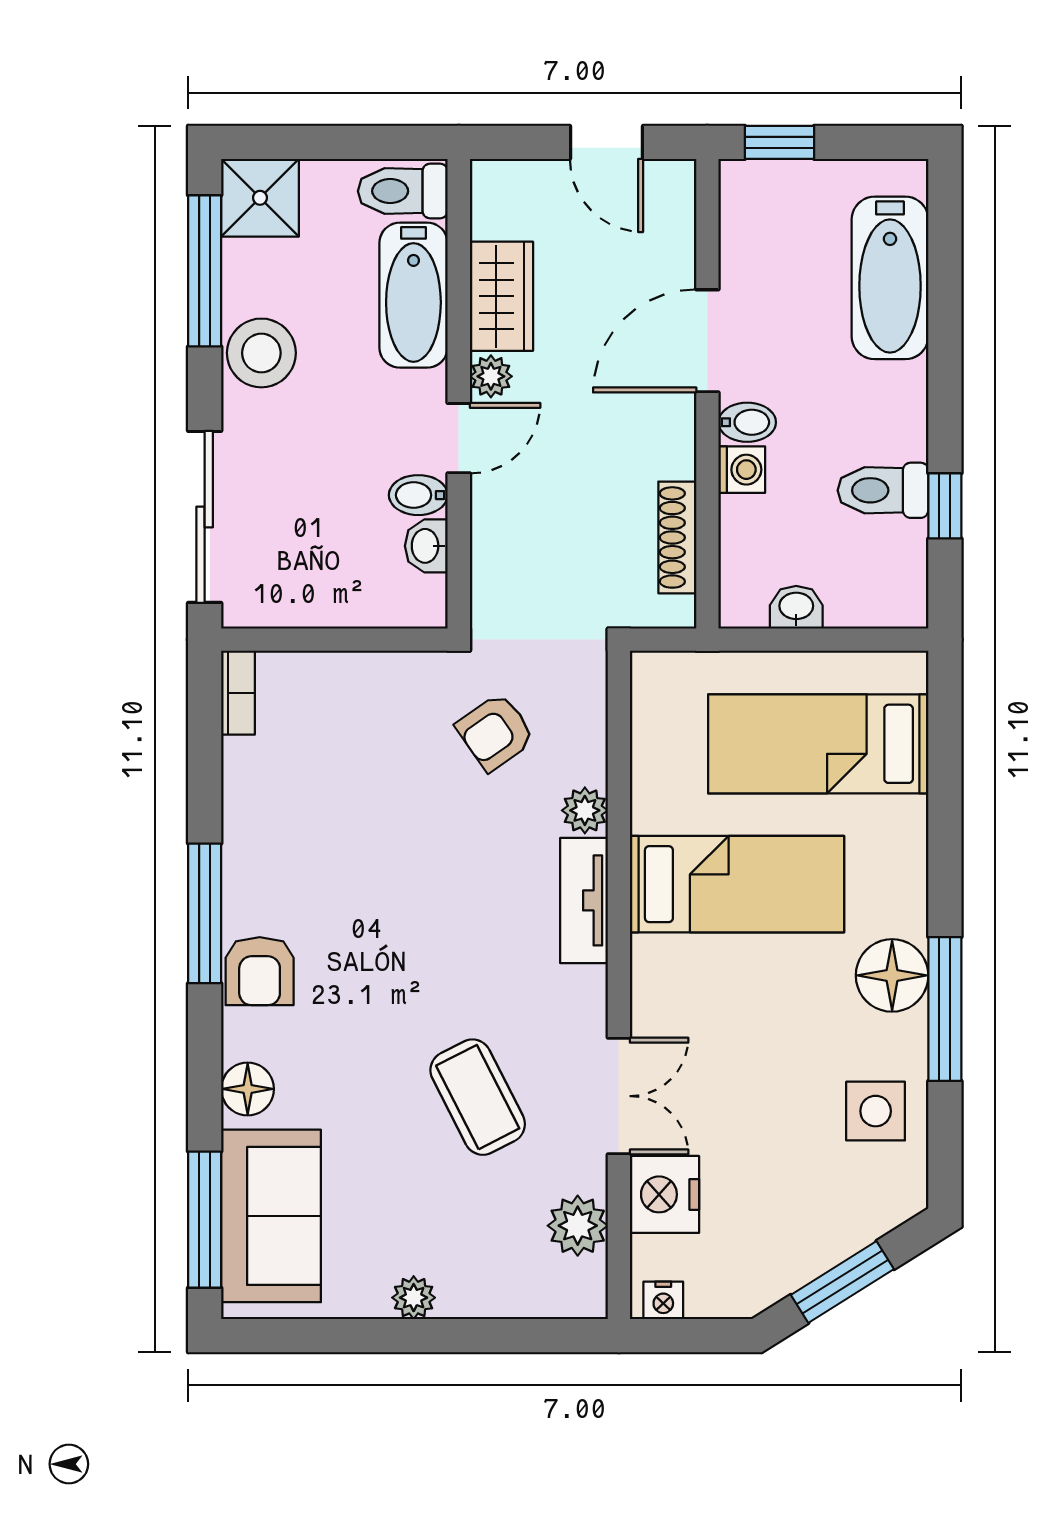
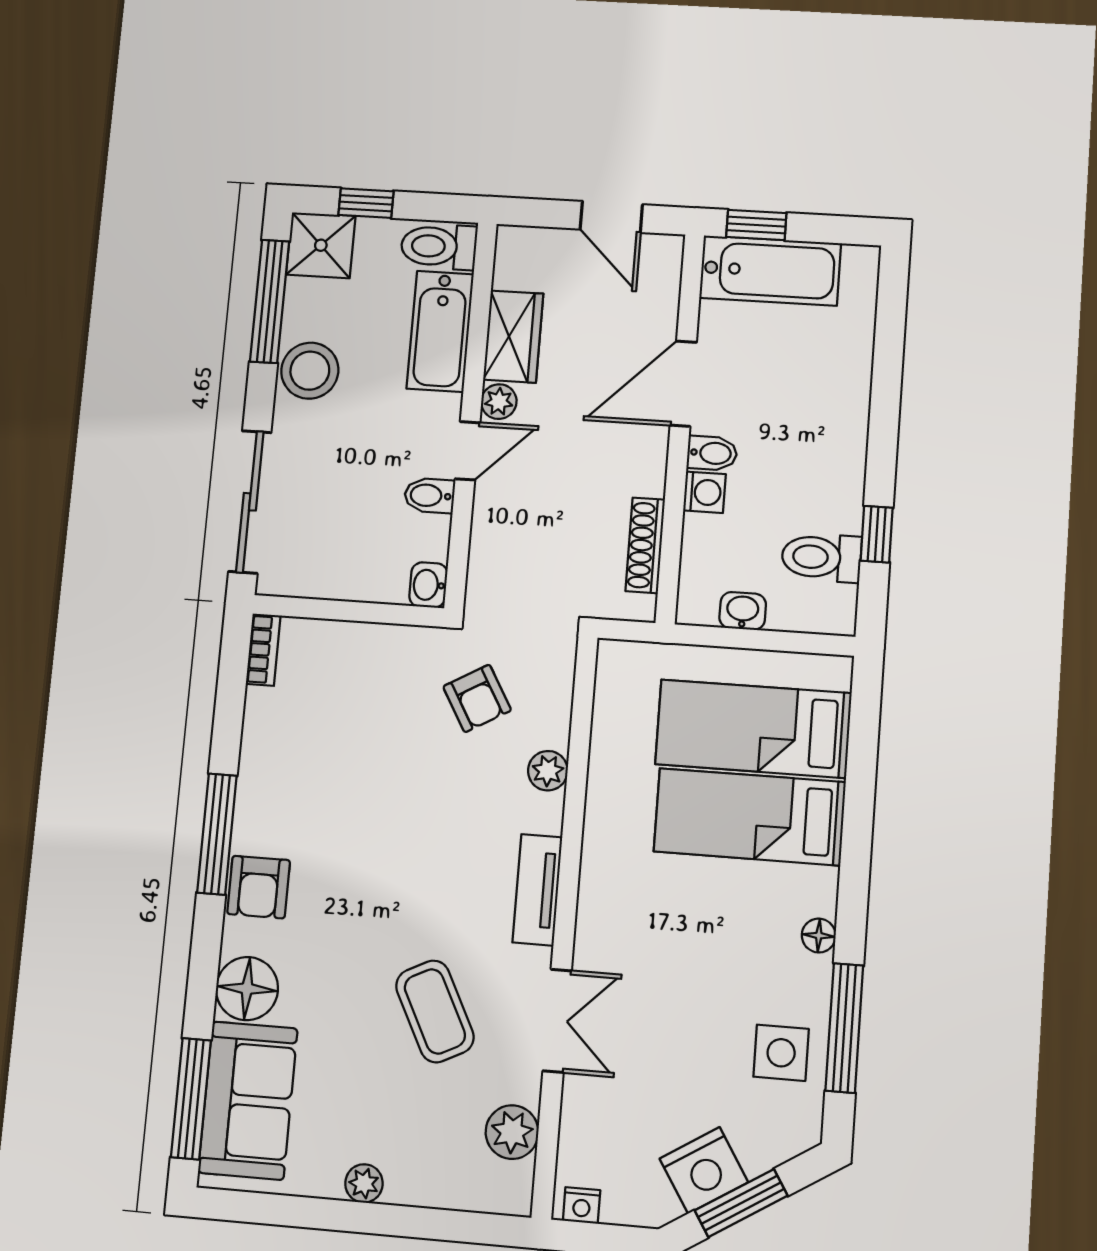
window: (310, 142) -> (366, 203), added
bathtub: (890, 278) -> (770, 271), moved, turned -90
toilet: (883, 490) -> (821, 557), moved
washbasin: (426, 546) -> (428, 585), moved
armchair: (495, 732) -> (477, 698), turned -85
bed: (737, 884) -> (750, 817), moved, turned 180
tv unit: (584, 900) -> (537, 890), moved
floor lamp: (892, 975) -> (819, 936), width x0.53, depth x0.53
window: (945, 1009) -> (844, 1028), moved
floor lamp: (248, 1089) -> (247, 989), width x1.38, depth x1.38
nightstand: (665, 1194) -> (704, 1170), moved, turned -122

